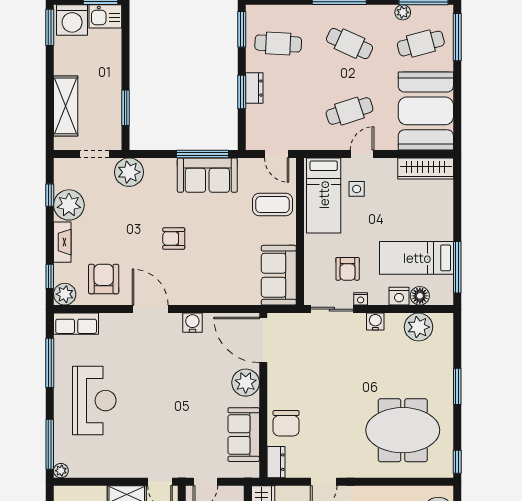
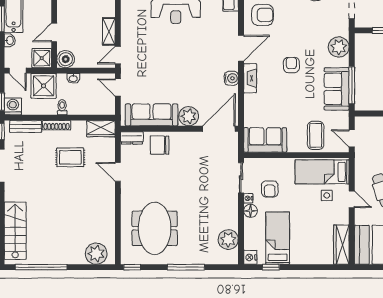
door: (277, 154) -> (352, 138), hinge flipped
plant: (129, 172) -> (339, 47), moved
window: (457, 267) -> (271, 267), width x0.46
armchair: (348, 269) -> (270, 189), turned -90
fireplace: (192, 296) -> (250, 78), added
nightstand: (399, 296) -> (250, 257), moved
floor lamp: (420, 296) -> (250, 211), moved
water cooler: (375, 322) -> (232, 209), removed
window: (457, 386) -> (186, 267), width x1.44
sofa: (244, 435) -> (152, 115), width x1.36

